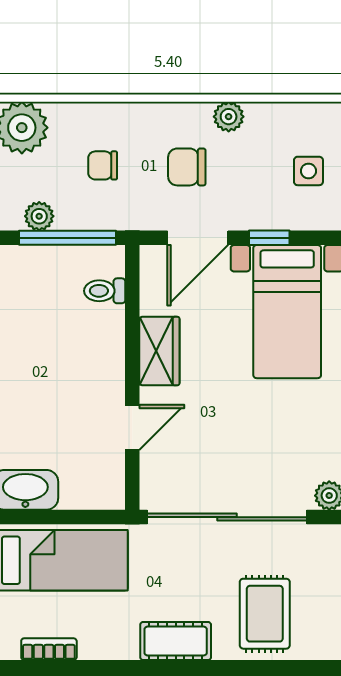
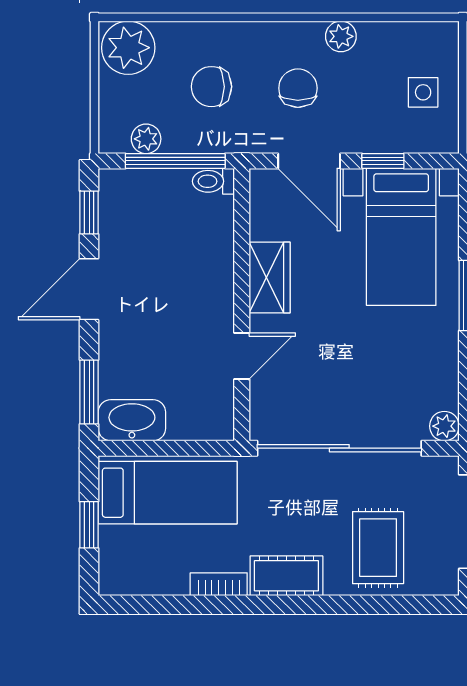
chair: (103, 165) -> (211, 87), width x1.37, depth x1.37
chair: (187, 167) -> (298, 88), turned 90
door: (198, 238) -> (309, 161), hinge flipped
toilet: (105, 291) -> (213, 181), moved
bookcase: (49, 649) -> (219, 584), moved

